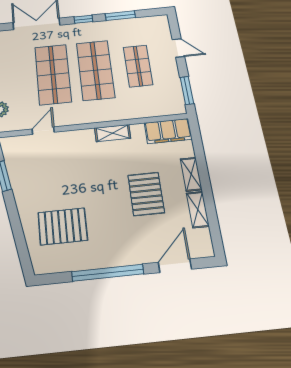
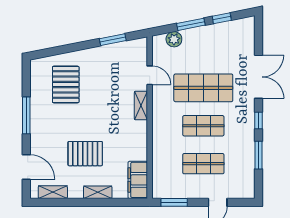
shop shelf: (95, 70) -> (203, 126), width x0.70, depth x0.74
shelving: (113, 133) -> (141, 106), moved
shelving: (198, 210) -> (53, 192), moved
window: (108, 273) -> (26, 115), width x0.68

